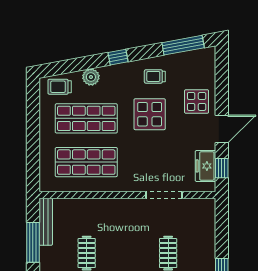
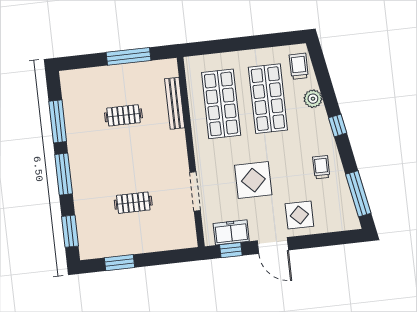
display table: (150, 114) -> (253, 180), moved
bench: (46, 222) -> (175, 103), moved, turned 90

